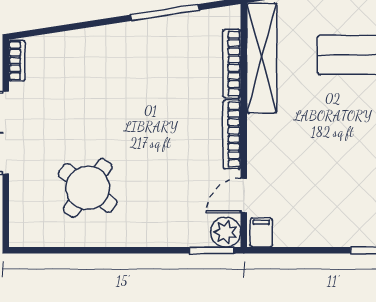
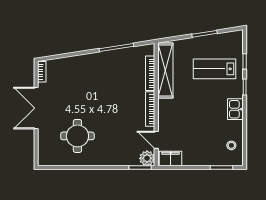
round table: (88, 188) -> (77, 136), turned -37
door: (244, 196) -> (156, 140), hinge flipped
filing cabinet: (261, 233) -> (171, 158), width x2.00

